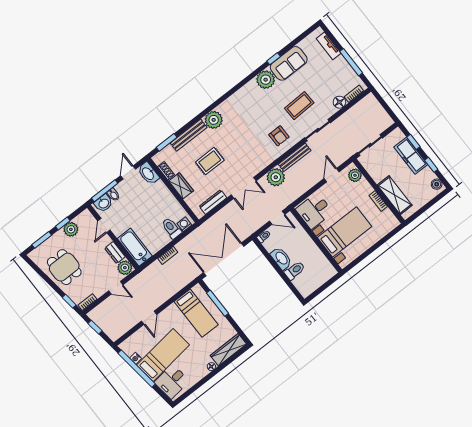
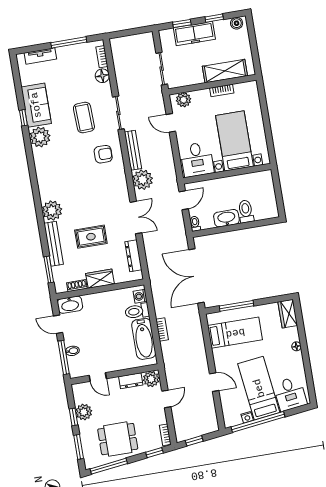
rug: (210, 161) -> (91, 237), turned 90
washbasin: (104, 203) -> (75, 365), removed
bathtub: (135, 247) -> (144, 339), moved, turned -90
window: (39, 271) -> (109, 466), added
wardrobe: (228, 350) -> (288, 314), width x0.67

